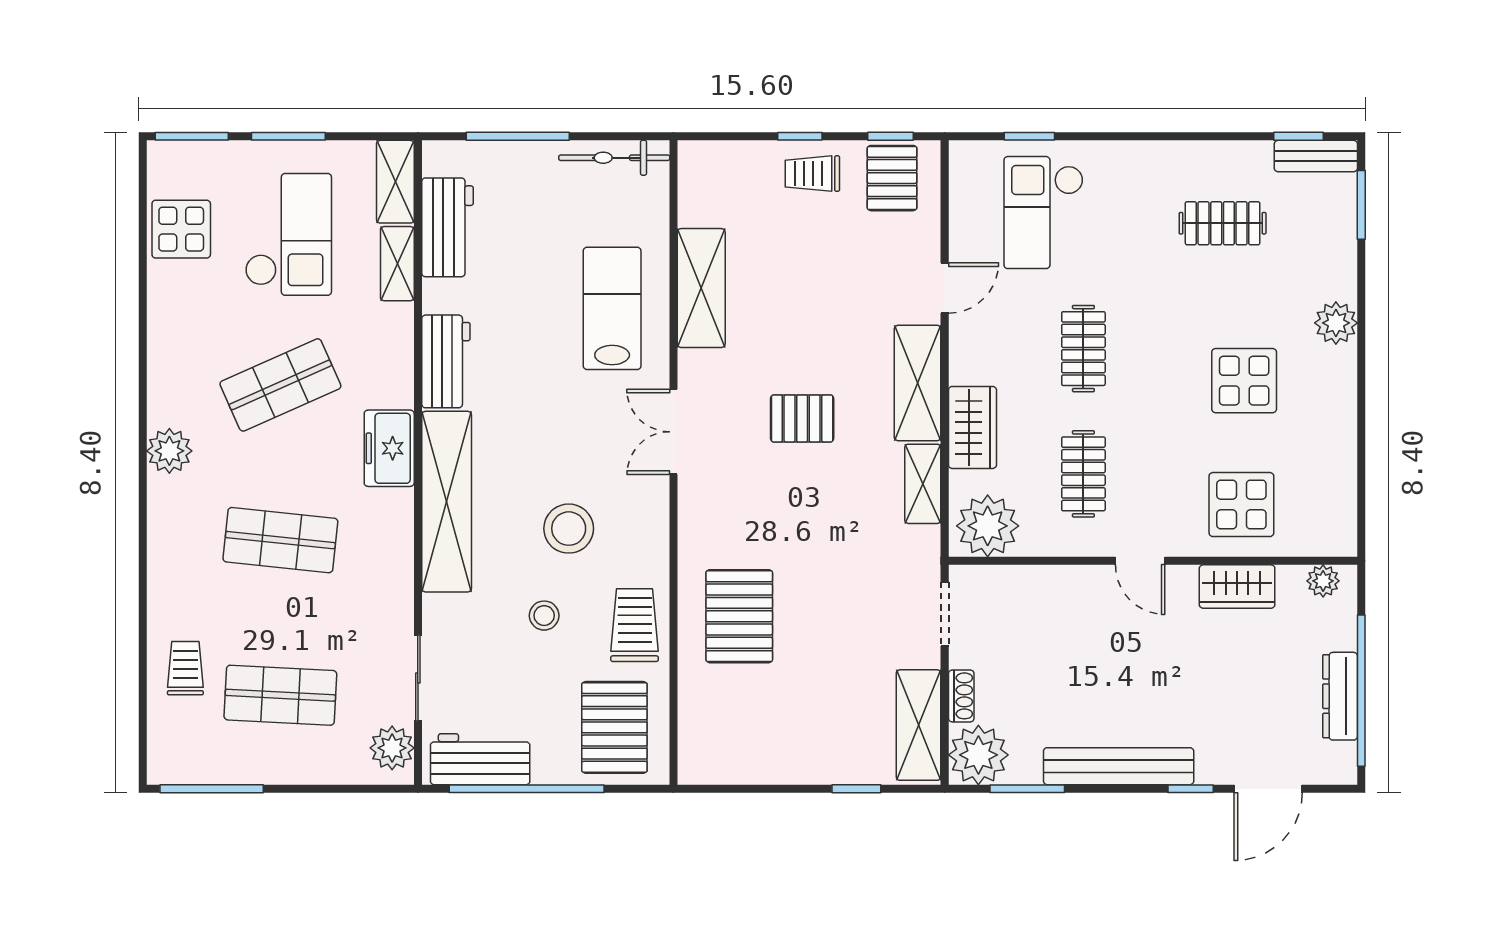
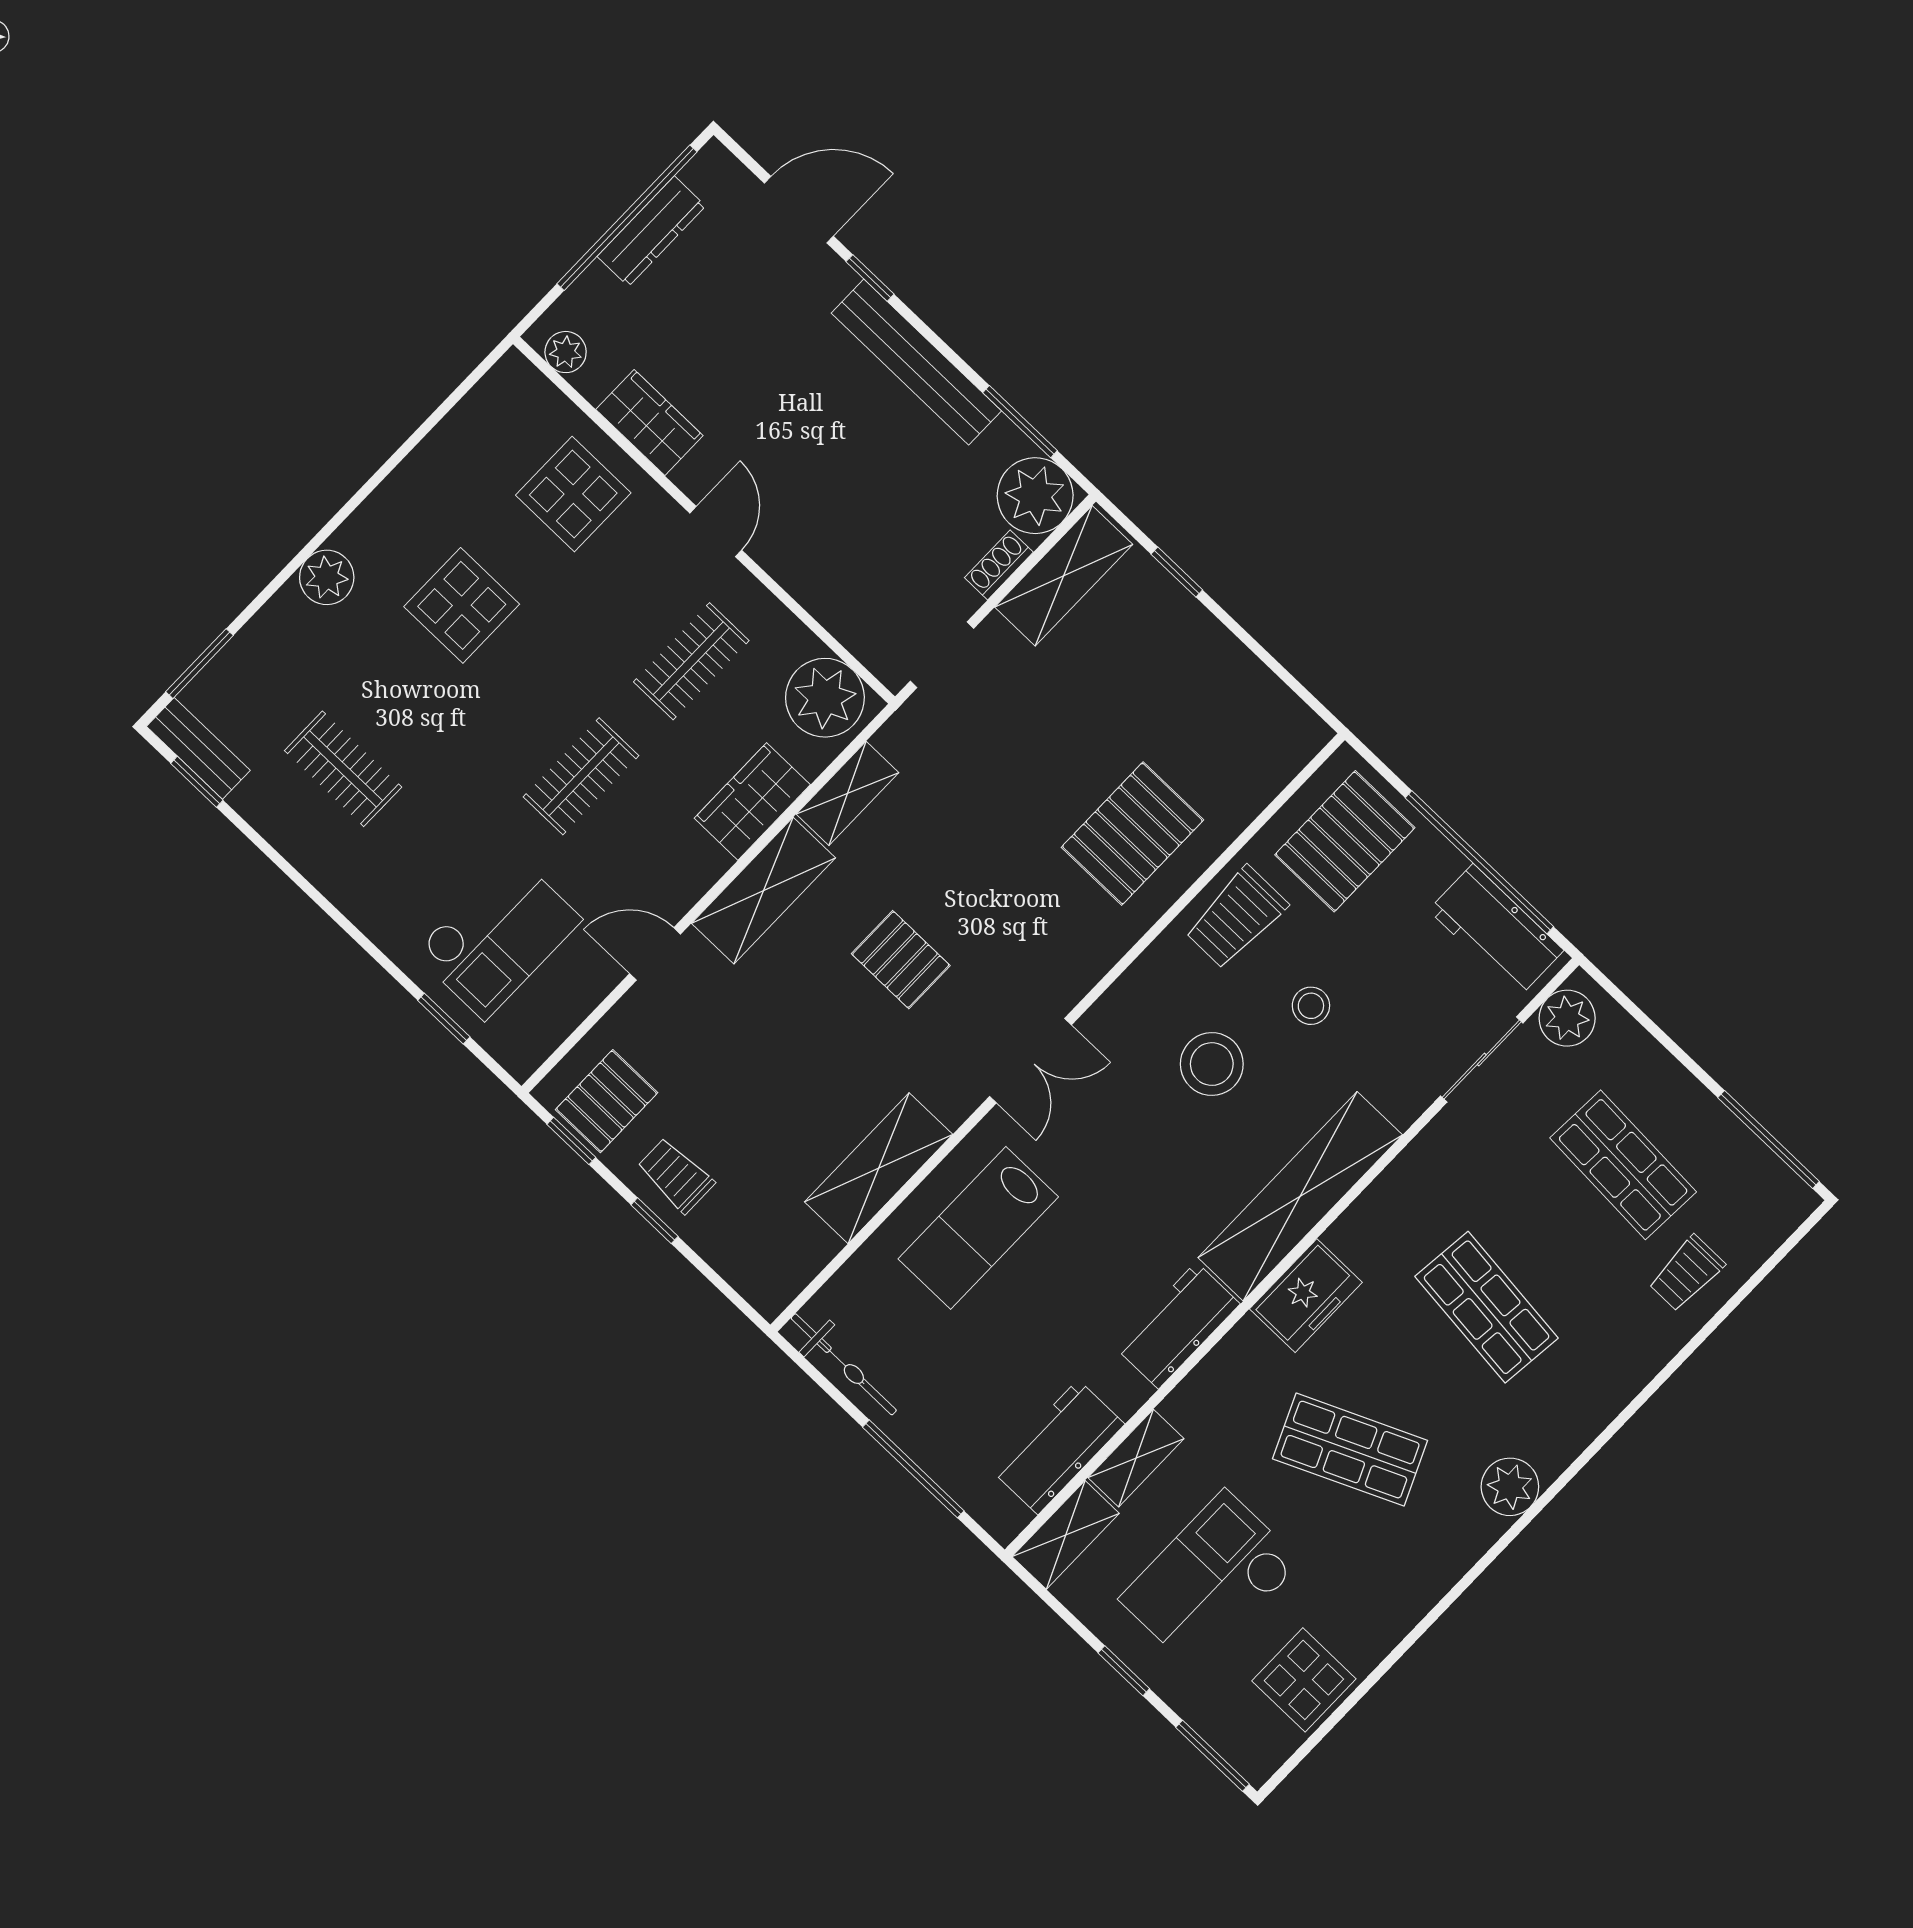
window: (288, 136) -> (1124, 1671), width x0.67
trolley: (812, 174) -> (676, 1175), turned 180

